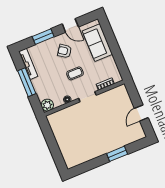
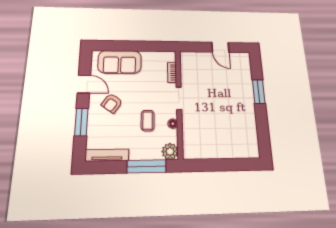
door: (70, 25) -> (84, 84), hinge flipped
coffee table: (75, 73) -> (148, 121), moved
window: (27, 82) -> (147, 166), moved

